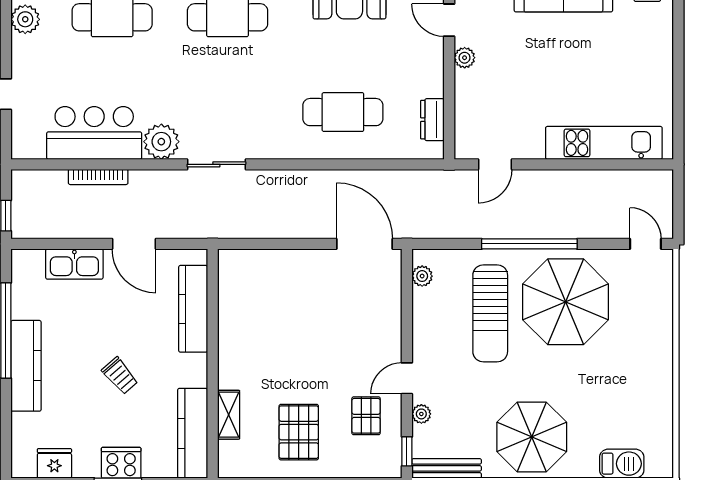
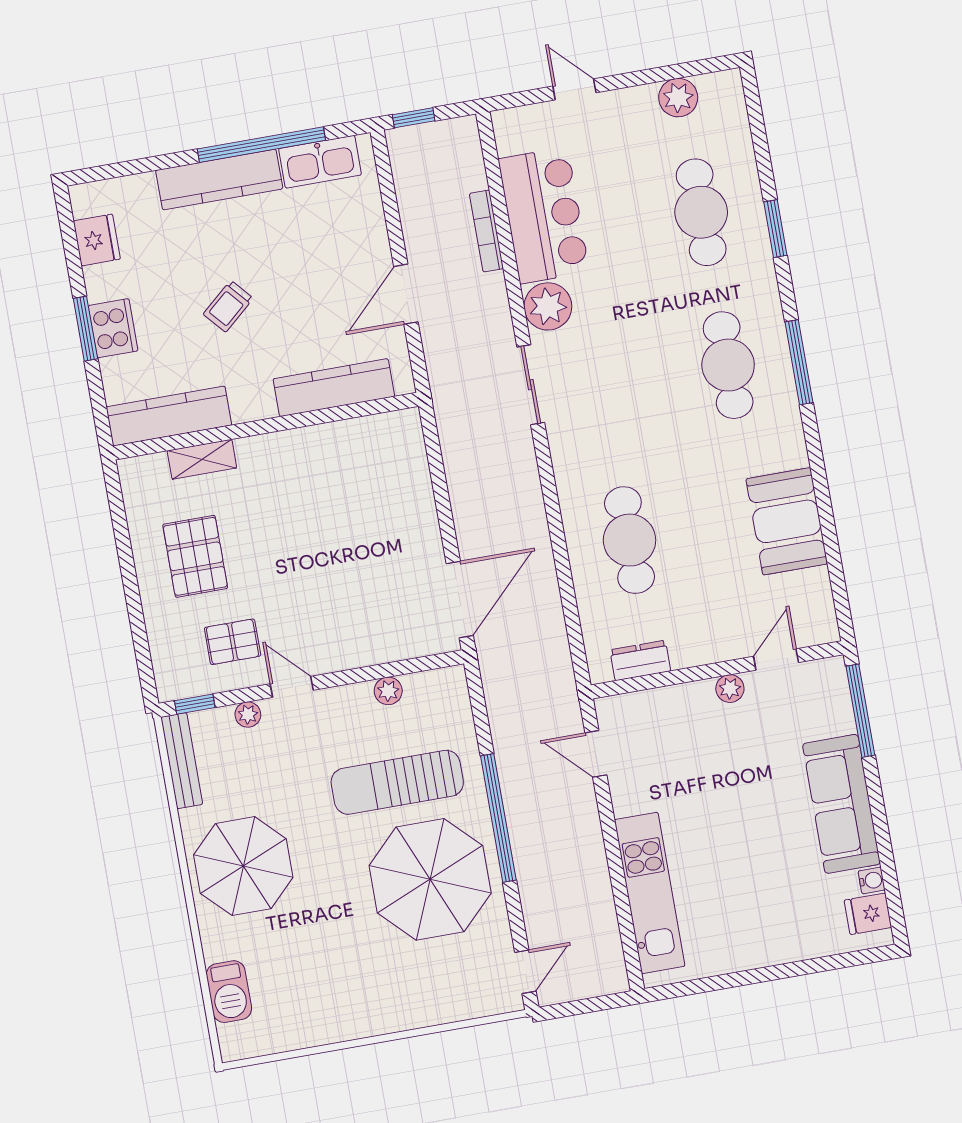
kitchen sink: (74, 264) -> (320, 162), moved, turned -90
plant: (422, 276) -> (388, 691), moved
pallet: (299, 432) -> (195, 556), turned 90

